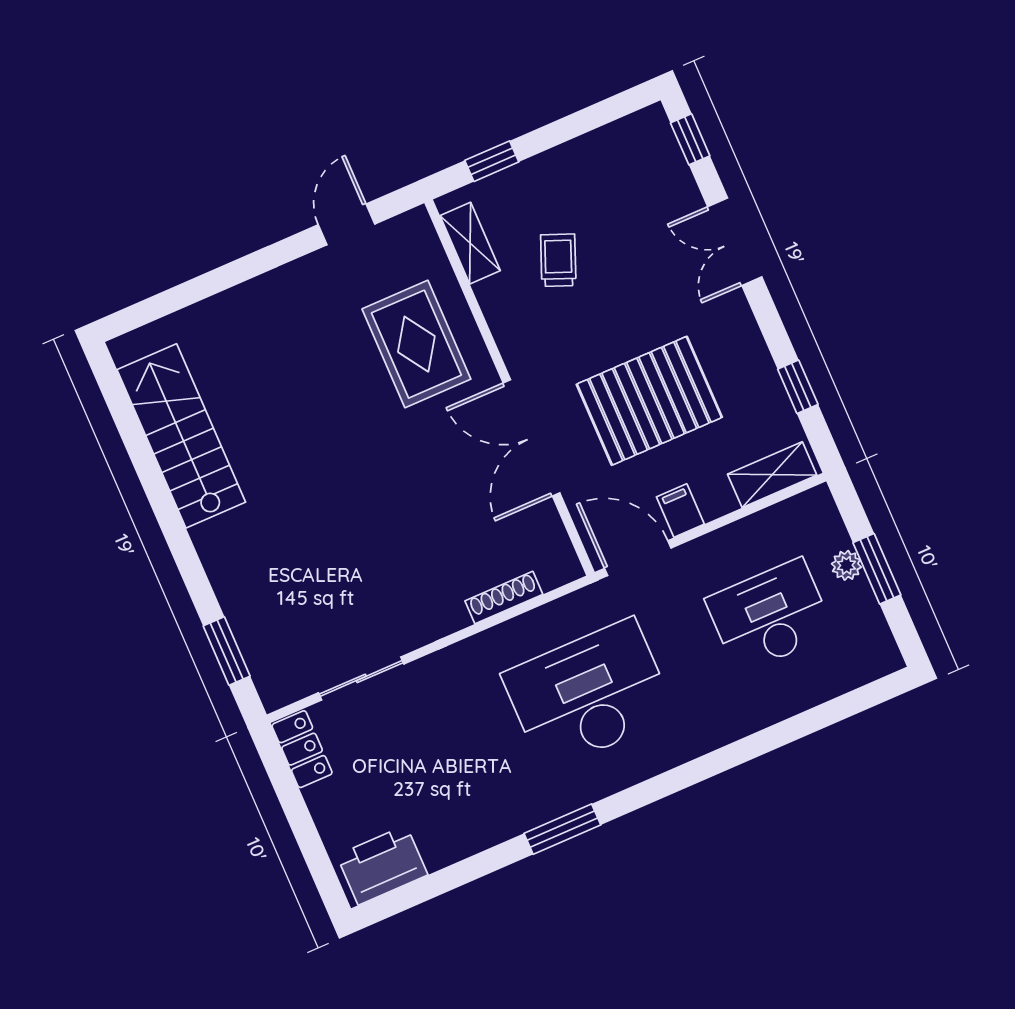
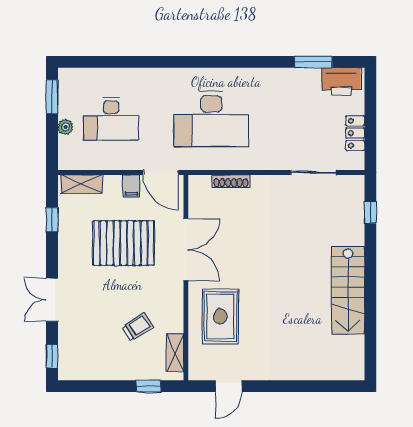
double door: (735, 242) -> (52, 300), swing flipped
trolley: (558, 260) -> (138, 327), turned -145
stairs: (181, 436) -> (348, 290), moved
window: (877, 569) -> (52, 97), moved
window: (227, 651) -> (370, 212), width x0.67
locker: (302, 749) -> (355, 133), moved
window: (562, 829) -> (313, 62), moved

